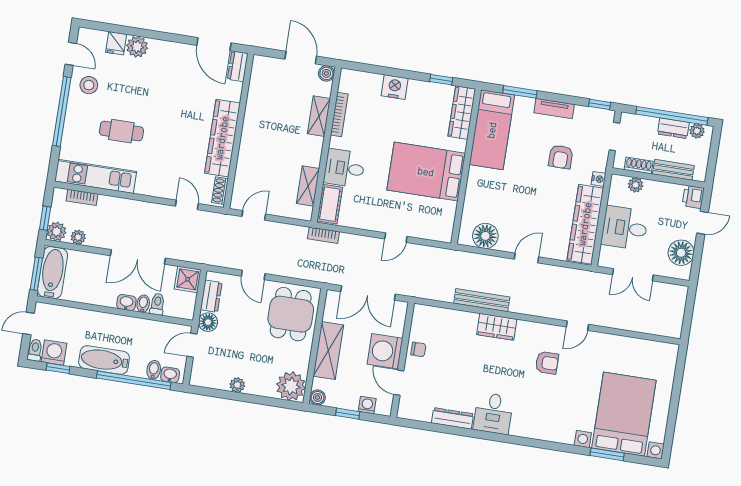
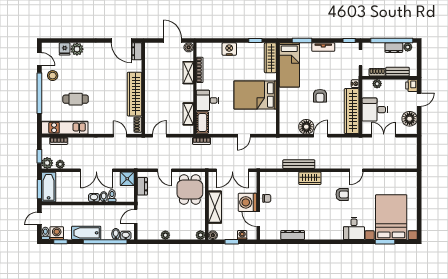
armchair: (561, 157) -> (320, 96), moved
floor lamp: (485, 236) -> (306, 127), moved
double door: (633, 275) -> (384, 136), swing flipped
floor lamp: (208, 322) -> (143, 202), removed
plant: (291, 386) -> (200, 235), width x0.53, depth x0.53
desk: (493, 413) -> (354, 228), moved

